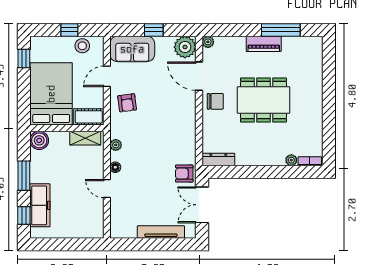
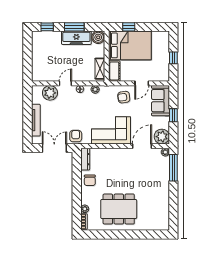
window: (281, 30) -> (173, 168), moved
piano: (264, 44) -> (164, 190), removed
stool: (82, 46) -> (163, 67), removed
window: (24, 59) -> (129, 27), moved
door: (107, 76) -> (142, 83), swing flipped
dining table: (263, 100) -> (119, 209), moved, turned 90
chair: (215, 101) -> (90, 180), moved
corner sofa: (176, 122) -> (111, 130), added
freezer: (40, 205) -> (76, 38), moved
plant: (121, 211) -> (50, 93), added

